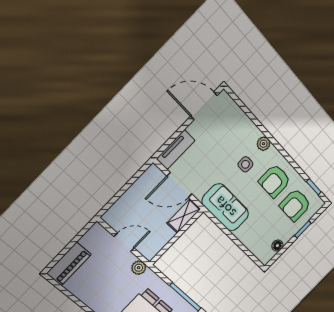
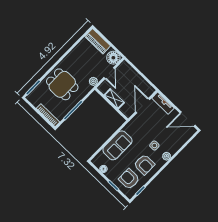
door: (204, 106) -> (188, 119), swing flipped
armchair: (275, 181) -> (144, 165), turned 180
sofa: (225, 207) -> (117, 145), moved
shelving: (184, 216) -> (114, 99), moved
floor lamp: (97, 237) -> (113, 58), added

